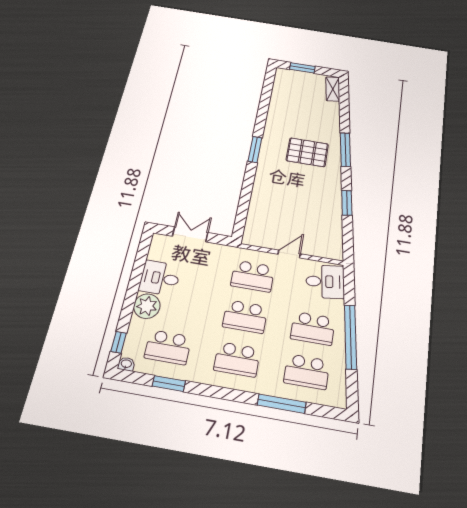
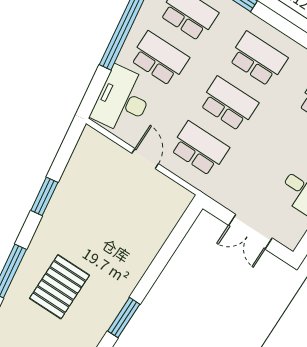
pallet: (307, 152) -> (59, 287), turned 90
door: (289, 254) -> (145, 159), swing flipped
desk: (325, 282) -> (123, 100), width x1.37

